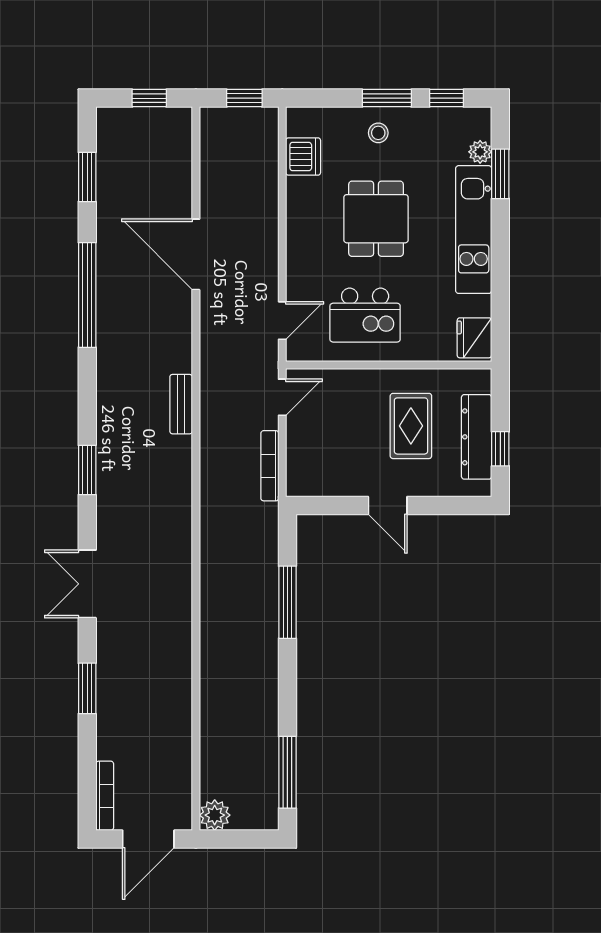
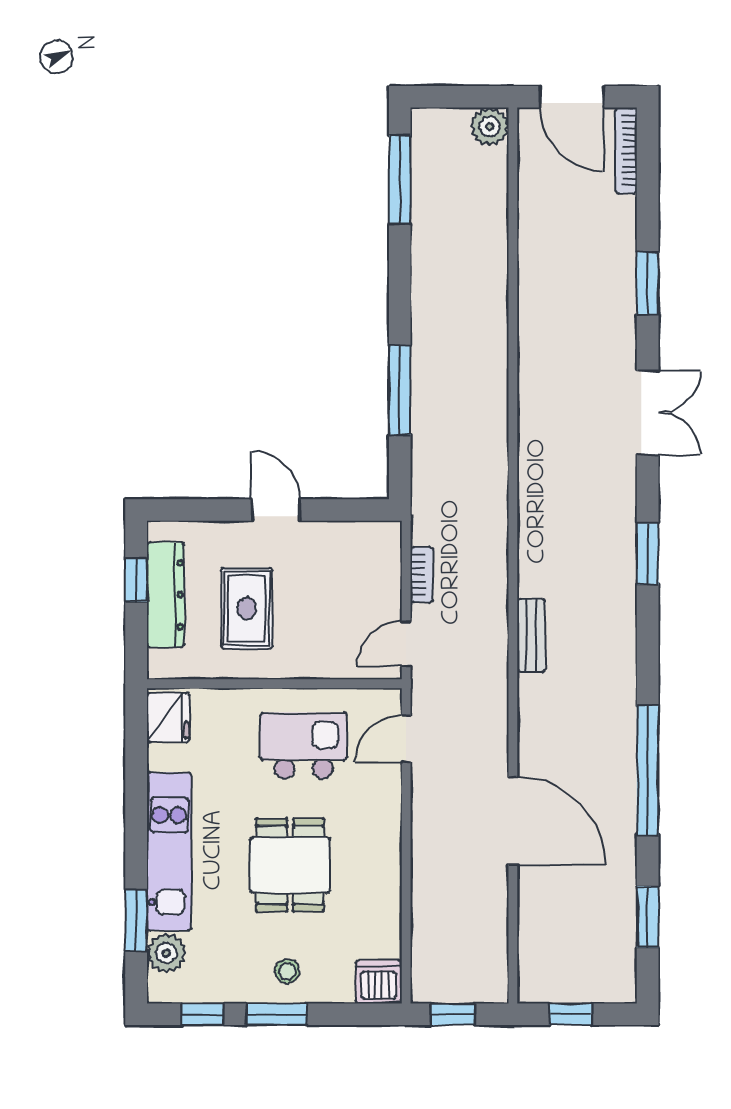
plant: (480, 152) -> (166, 953), width x1.38, depth x1.38
dishwasher: (303, 157) -> (379, 982), moved, turned 90
bookcase: (270, 466) -> (422, 575), width x0.64
door: (148, 839) -> (572, 97), swing flipped

